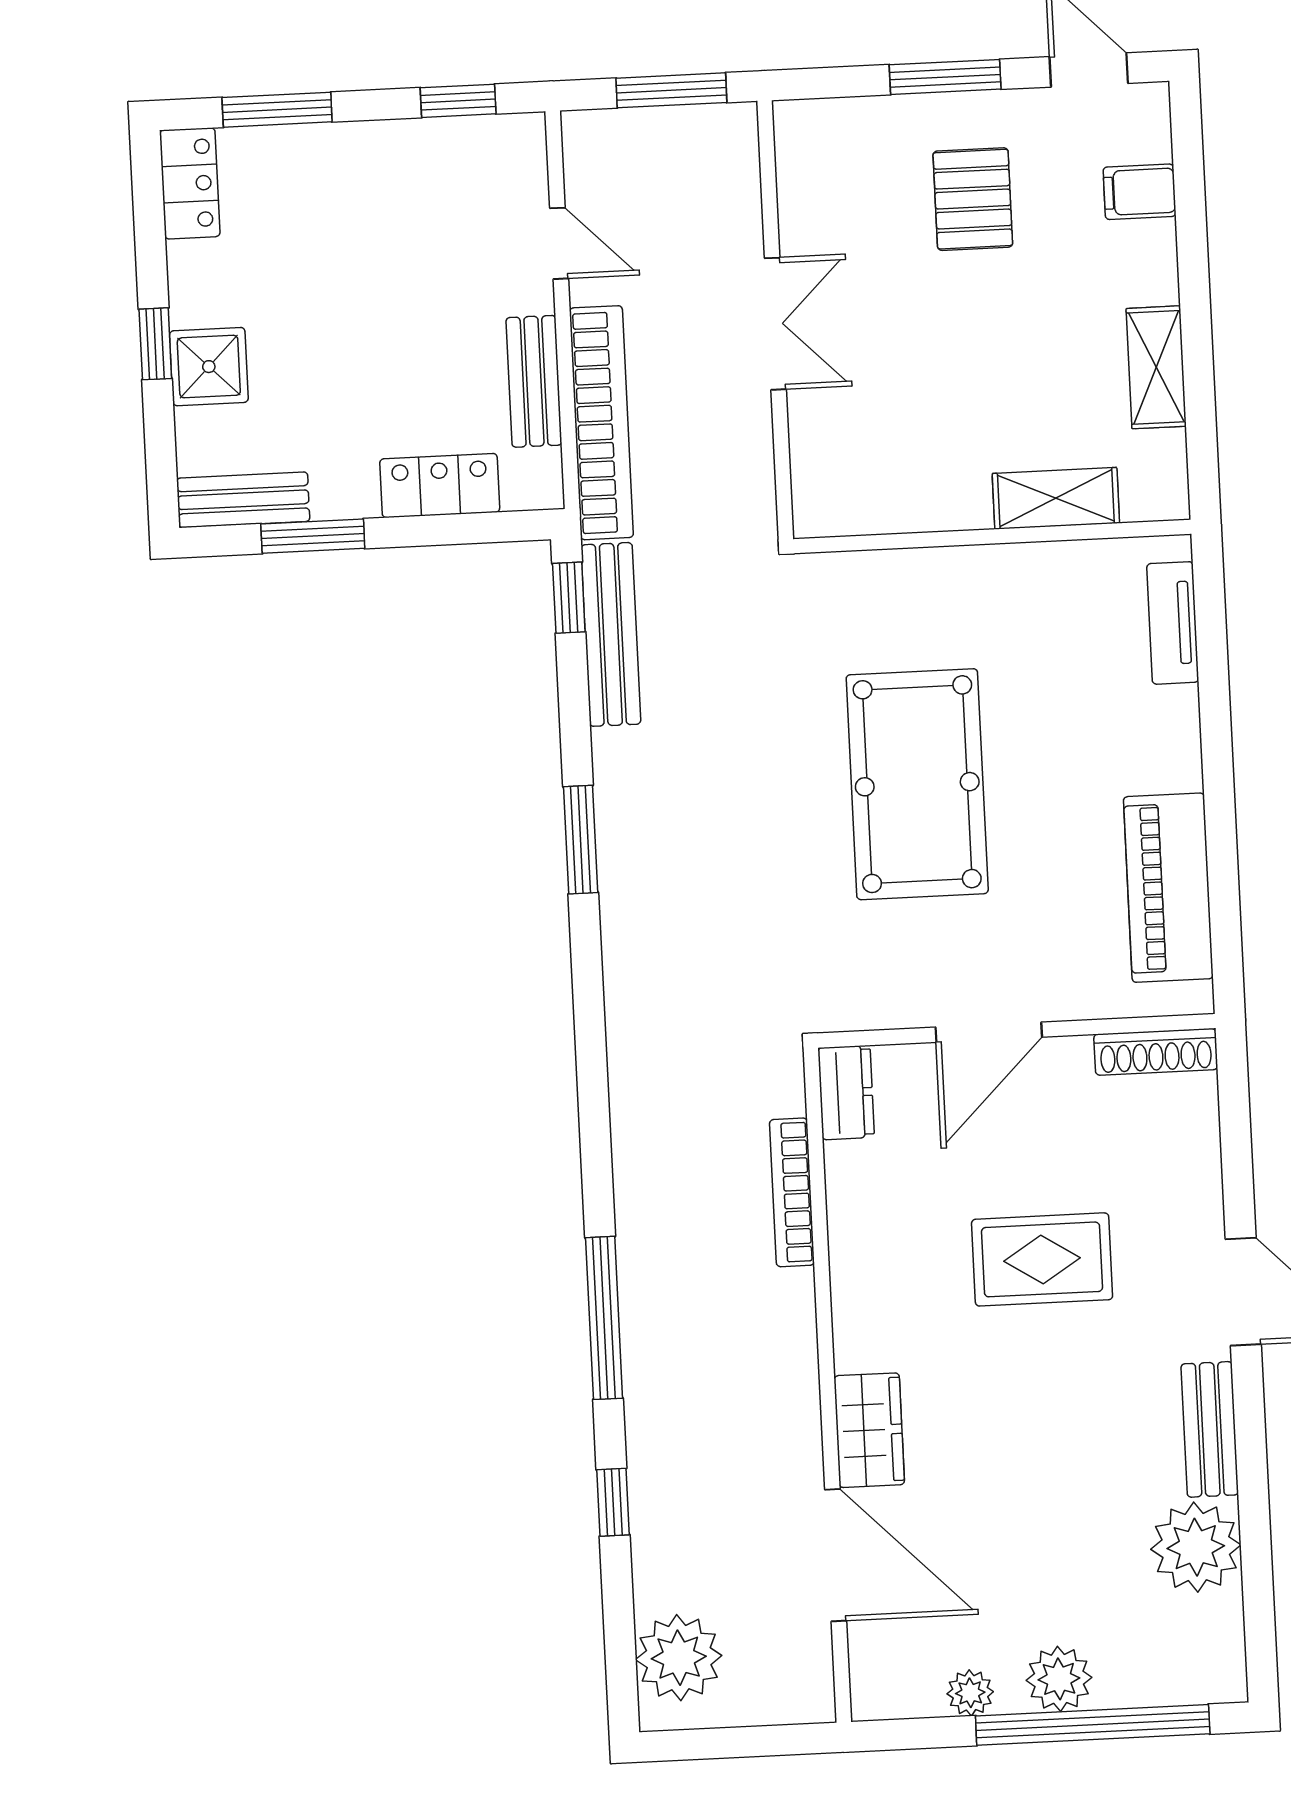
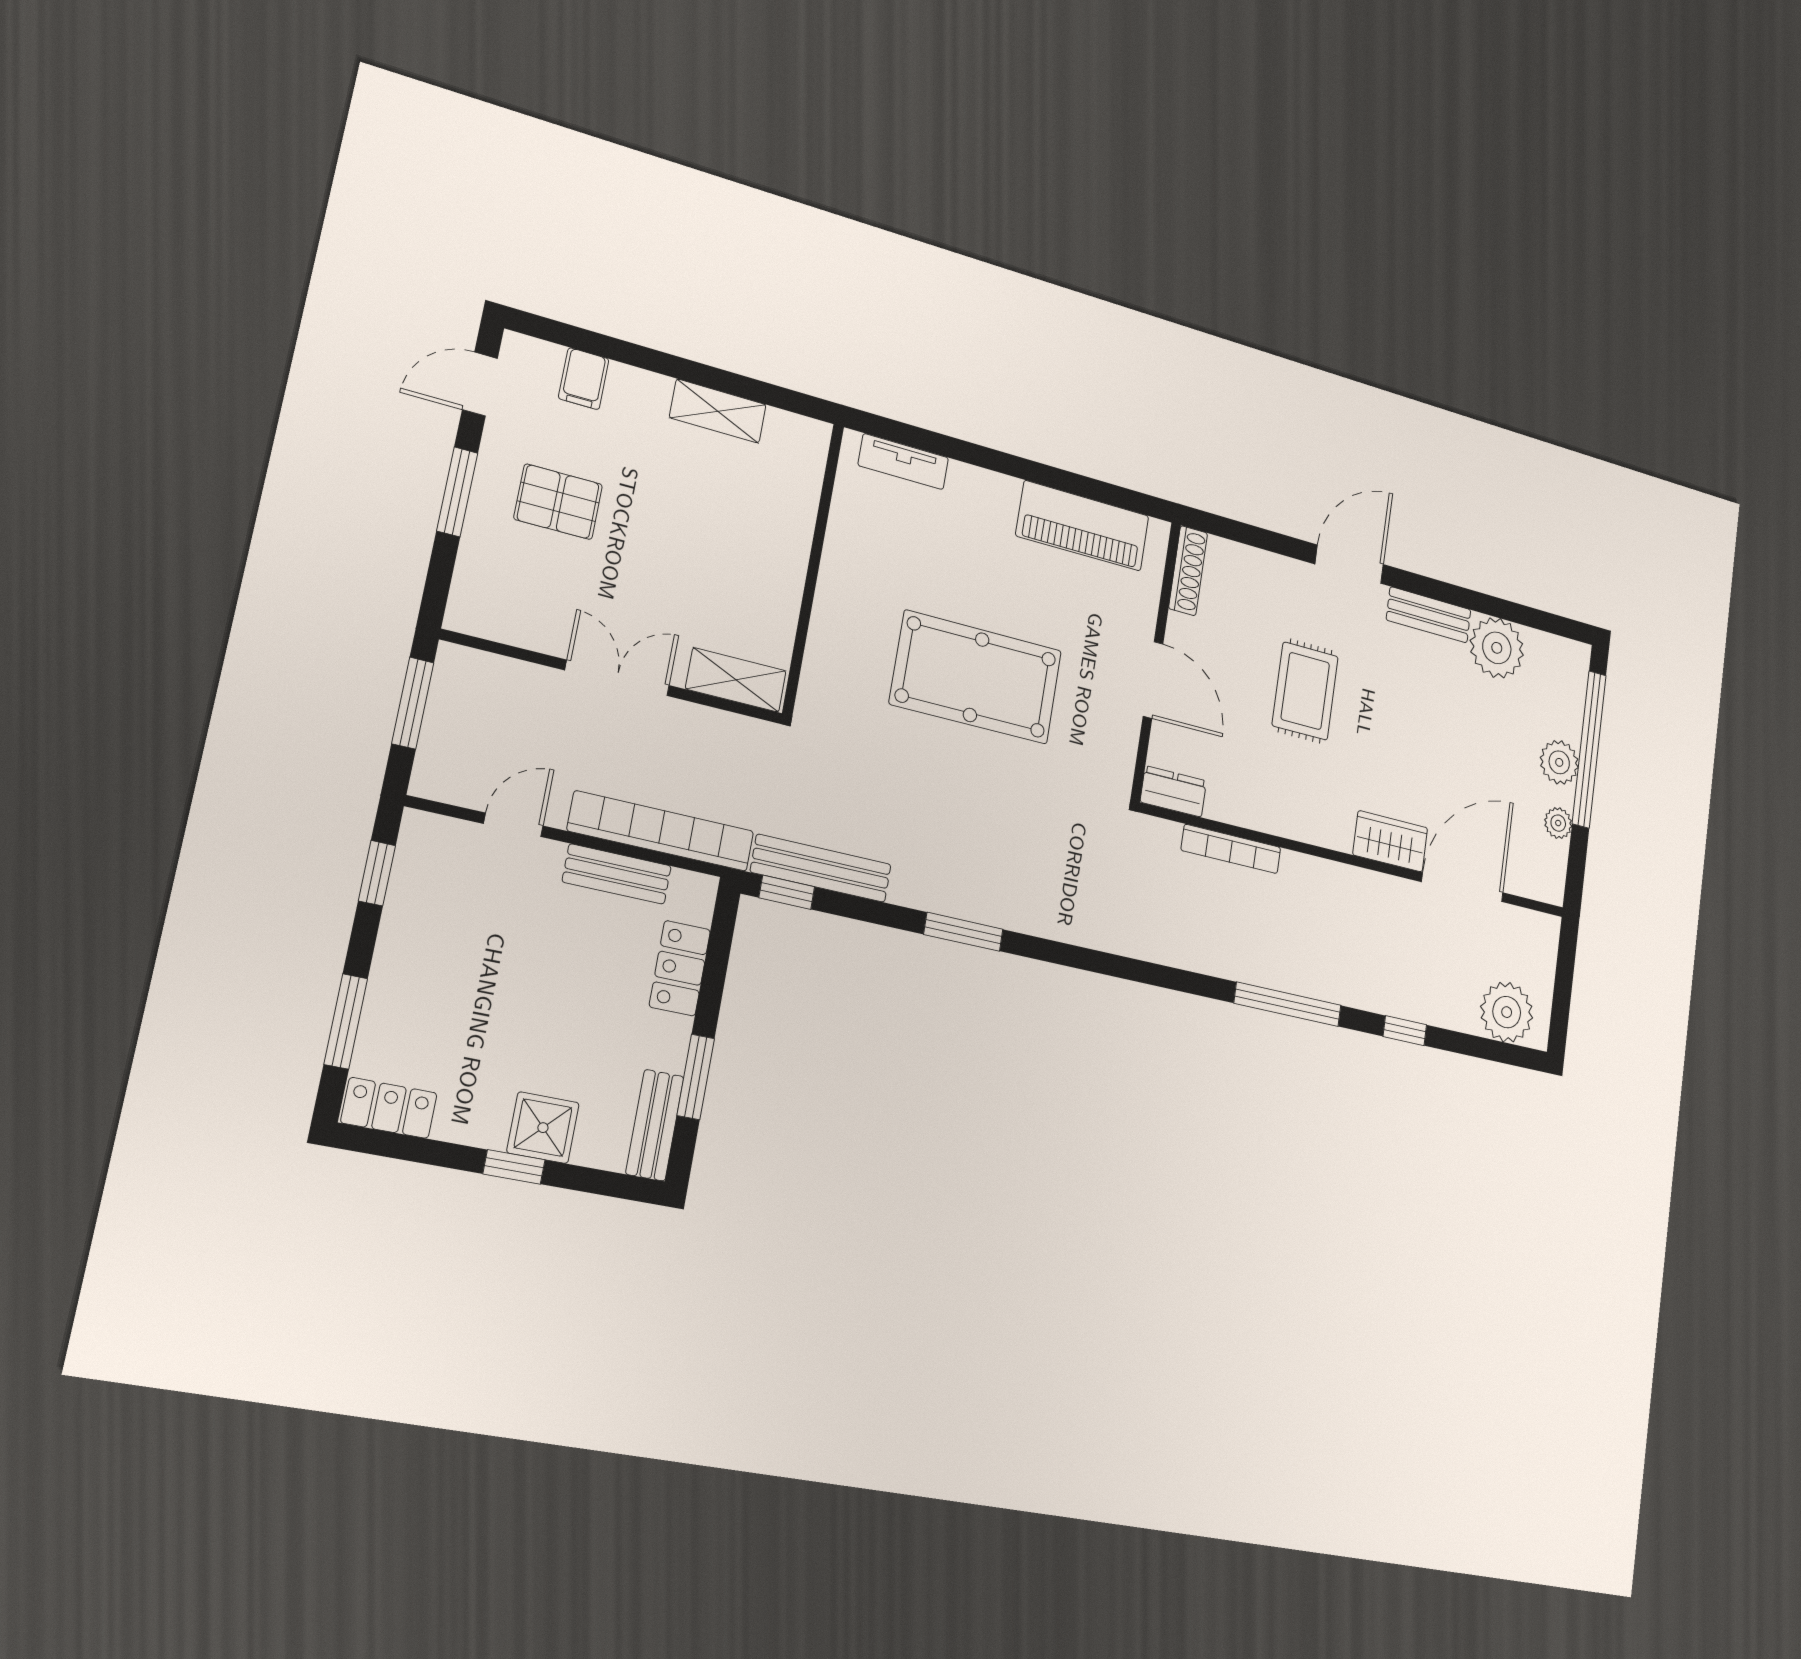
shelving: (1056, 498) -> (736, 680), moved, turned 90

